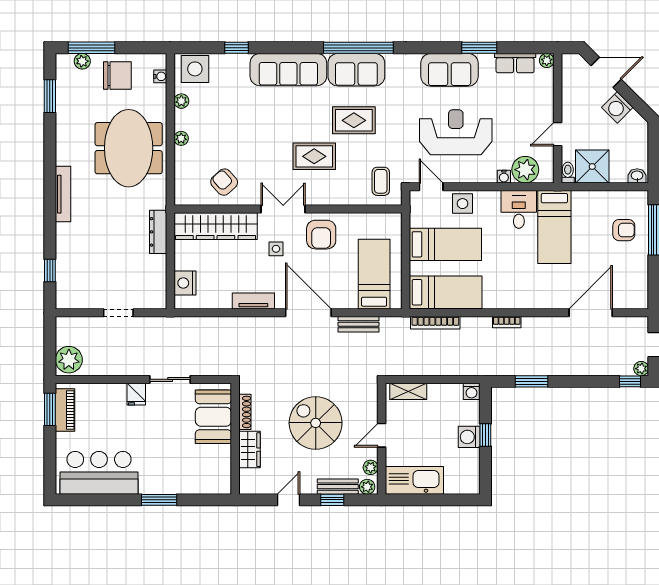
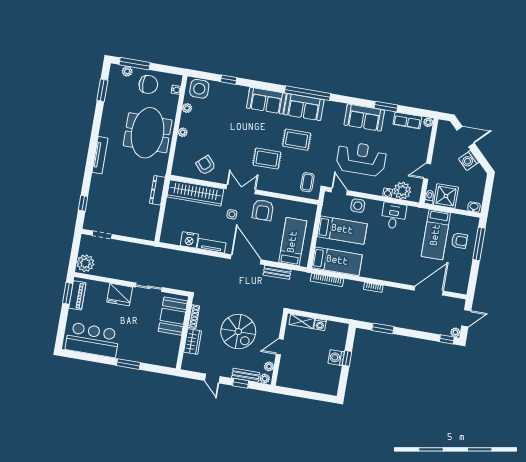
sofa: (288, 70) -> (266, 101), width x0.73
bed: (554, 227) -> (436, 235), moved
nightstand: (185, 283) -> (189, 240), moved, turned -90
doorway: (118, 313) -> (102, 235), moved
washing machine: (472, 391) -> (320, 325), moved
fridge: (136, 394) -> (120, 295), width x1.88, depth x1.34
spiral stairs: (316, 423) -> (238, 332), turned 180
kitchen sink: (414, 480) -> (296, 380), removed
door: (289, 500) -> (212, 378), swing flipped

